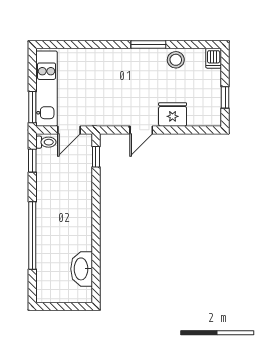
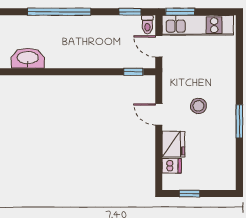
dishwasher: (214, 58) -> (172, 166), moved, turned 180
stool: (176, 60) -> (199, 106), moved

